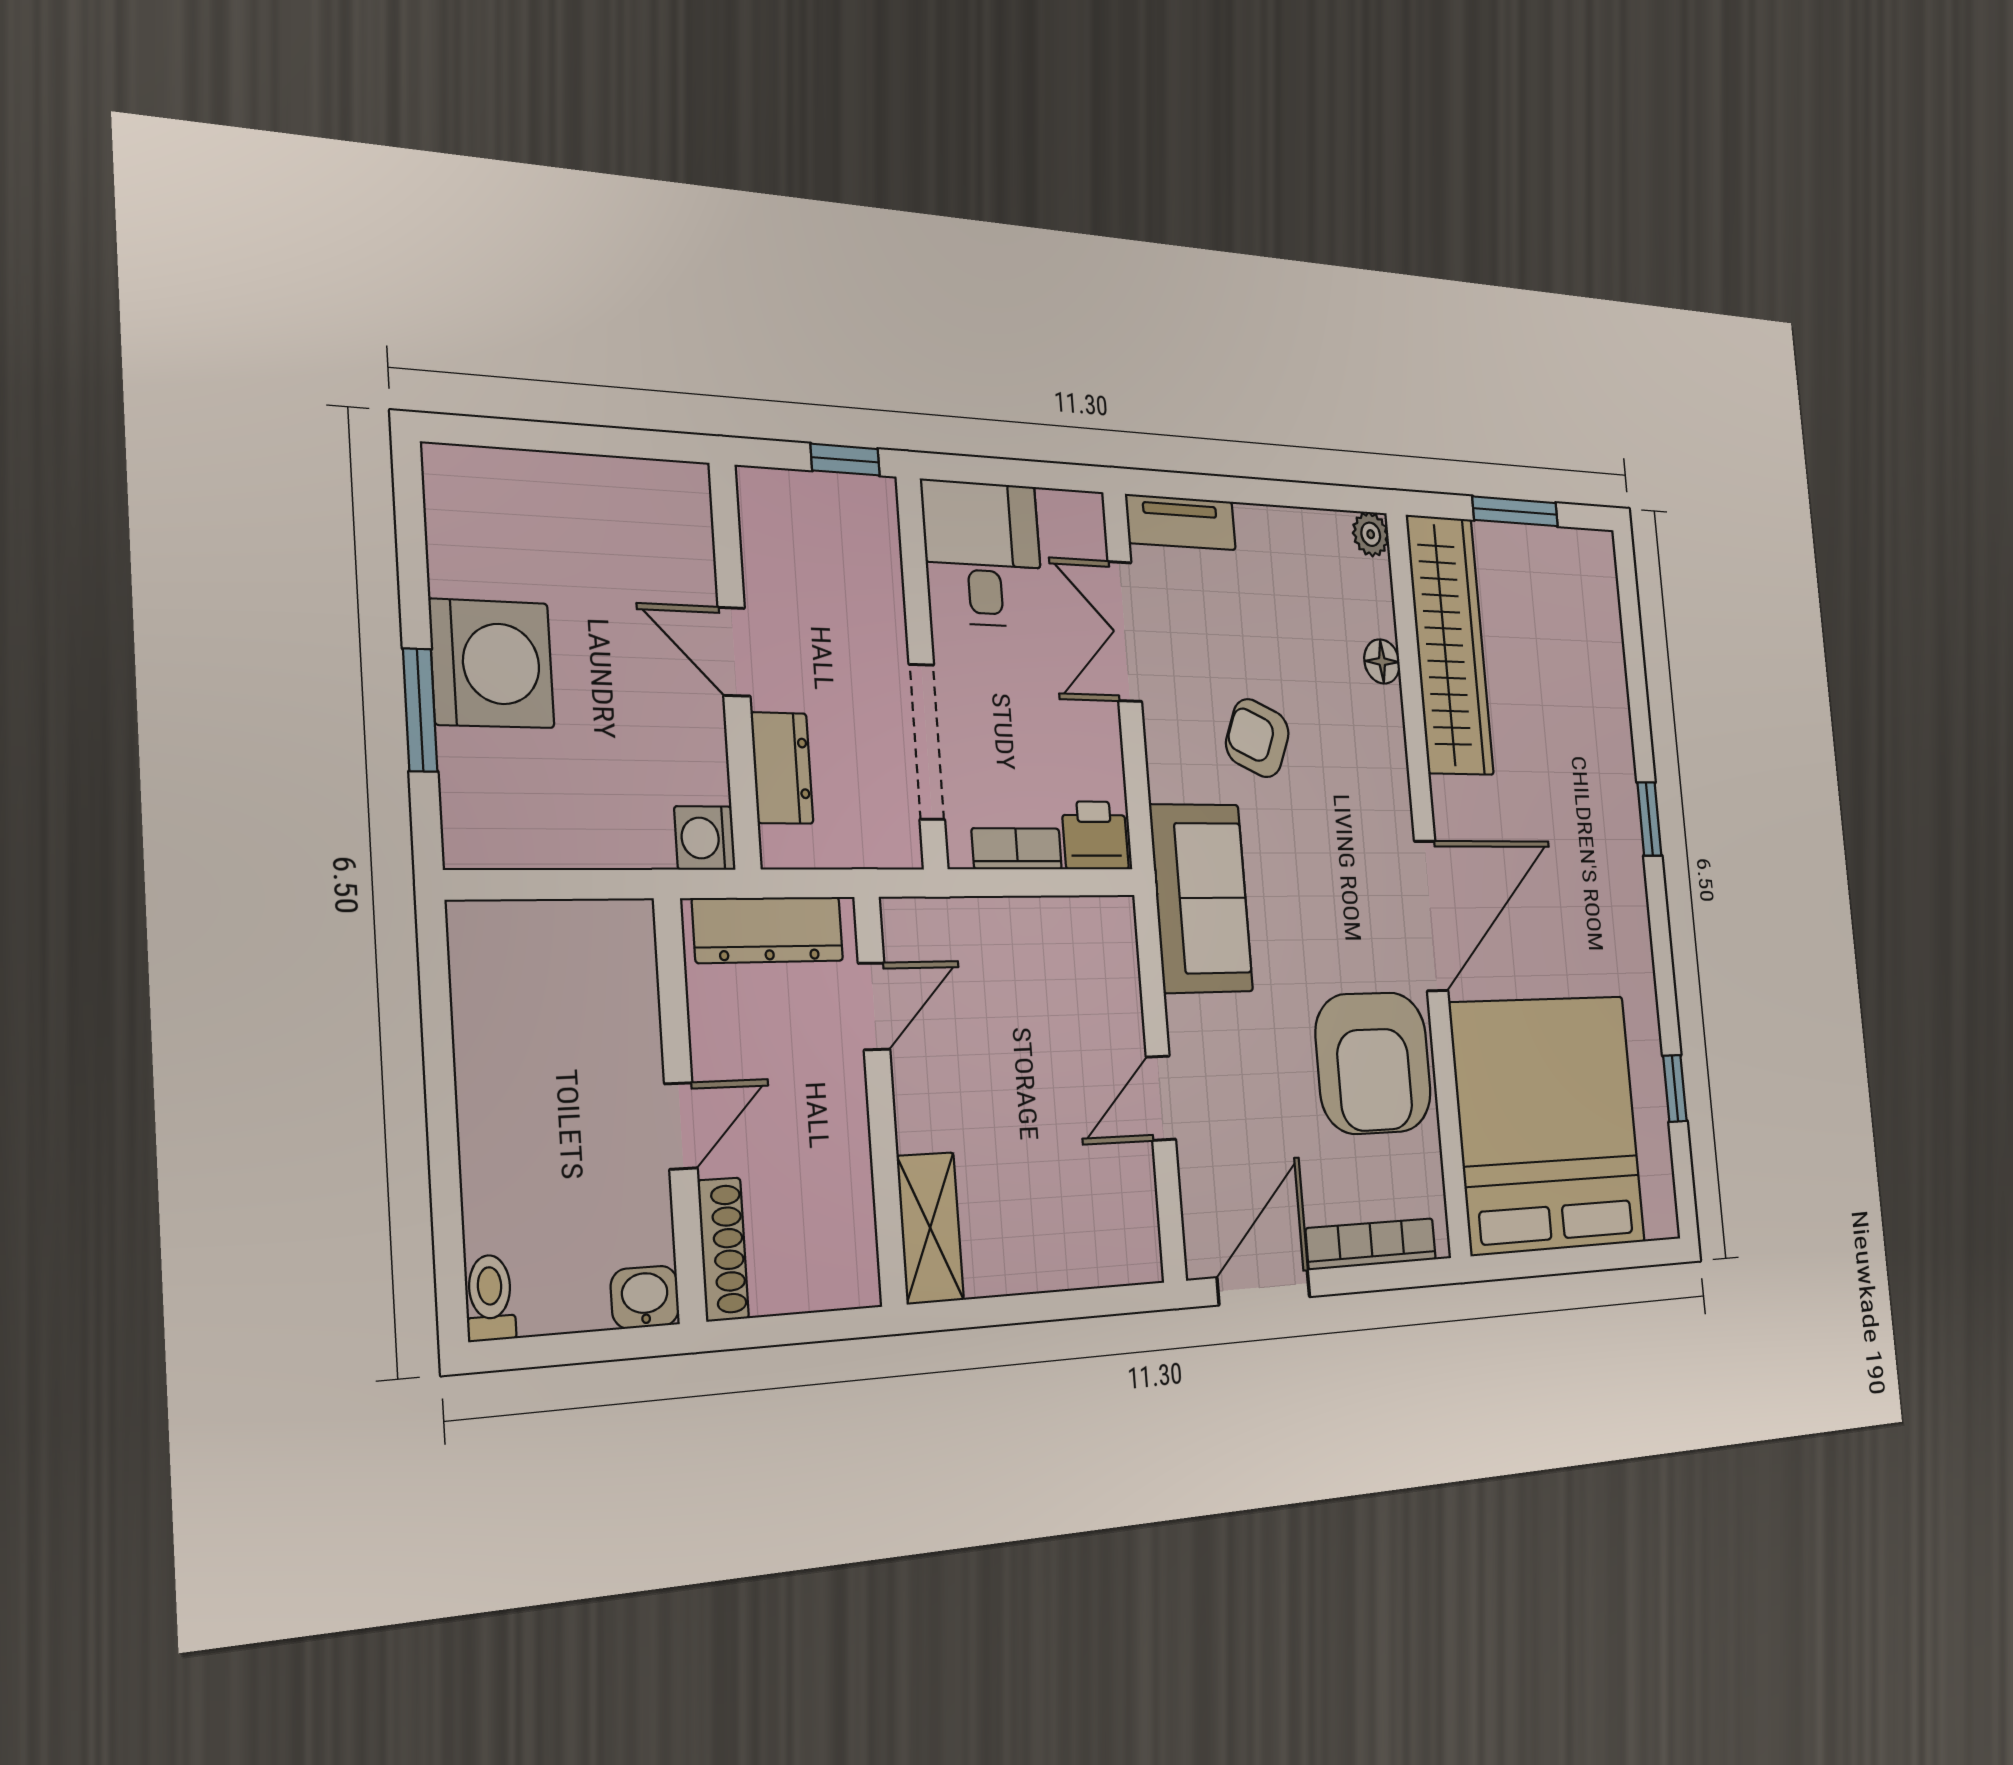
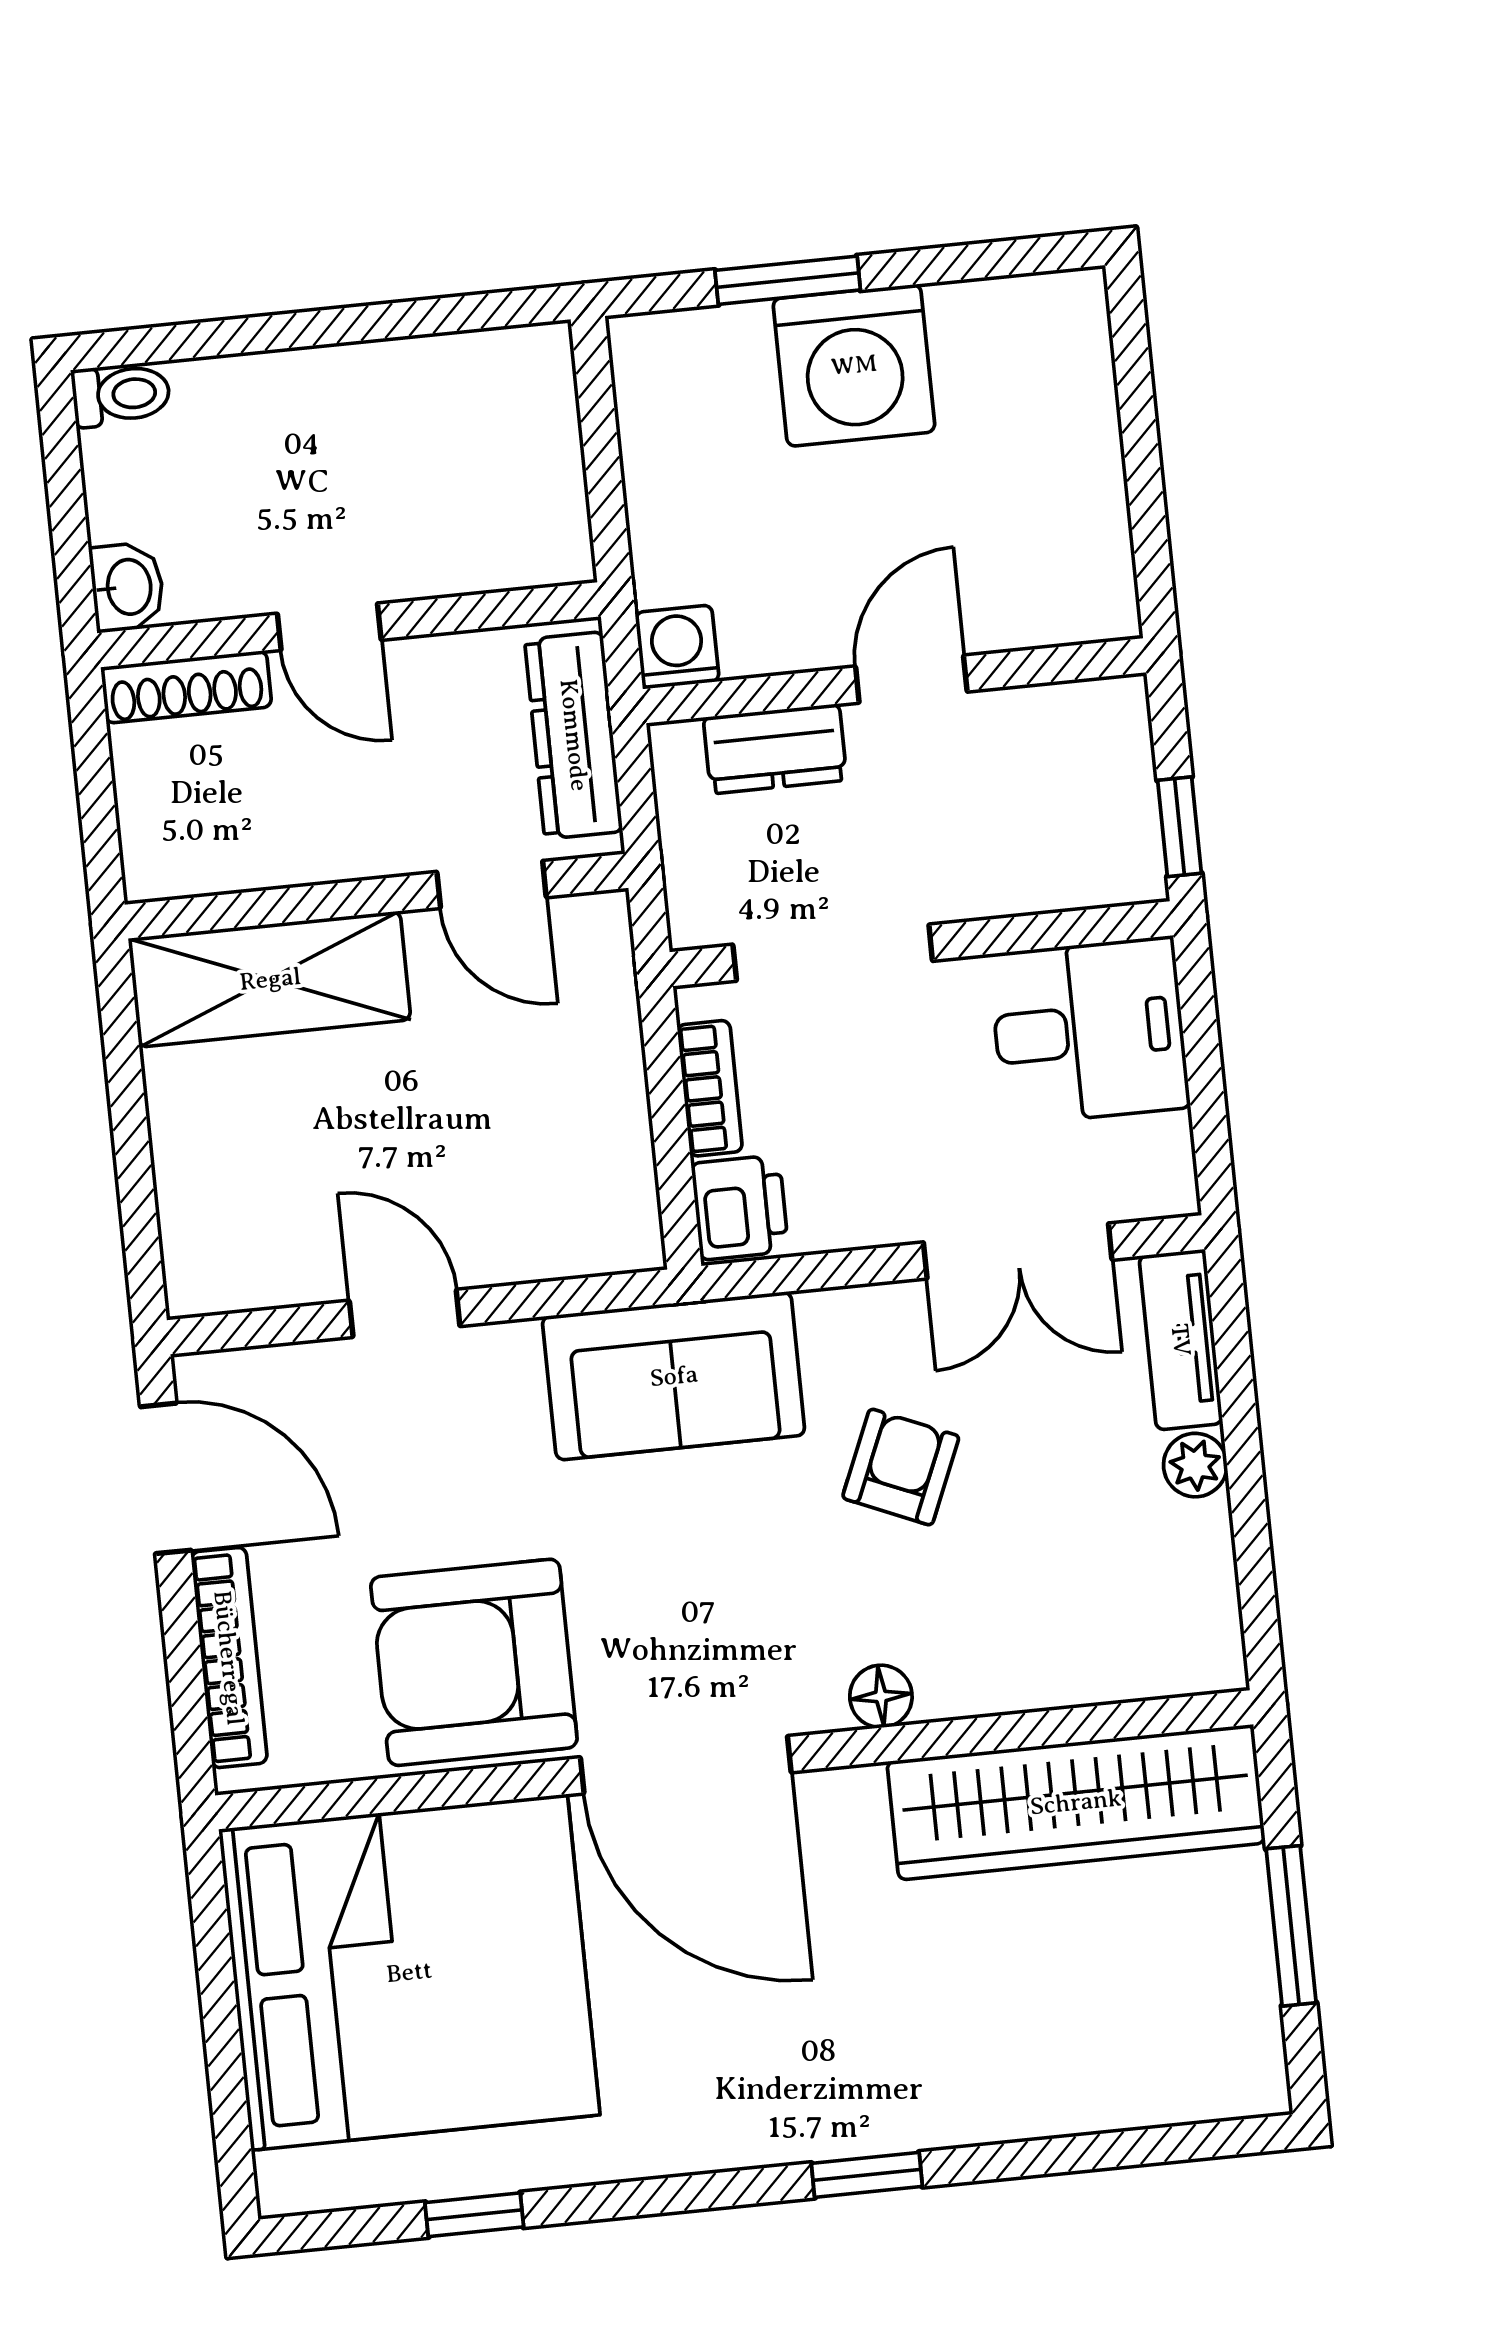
plant: (1371, 534) -> (1195, 1465), moved
double door: (1125, 631) -> (1018, 1251), swing flipped
floor lamp: (1382, 661) -> (881, 1696), moved
shelving: (930, 1228) -> (270, 979), width x1.50, depth x1.33

